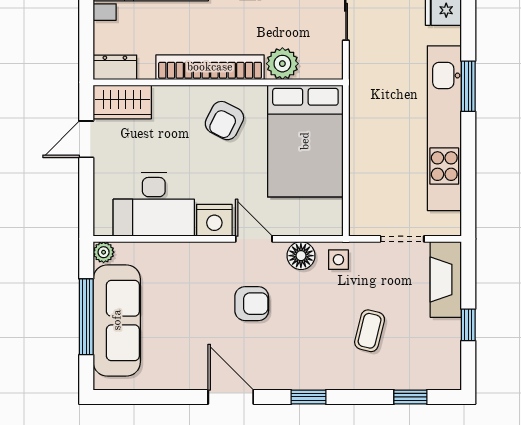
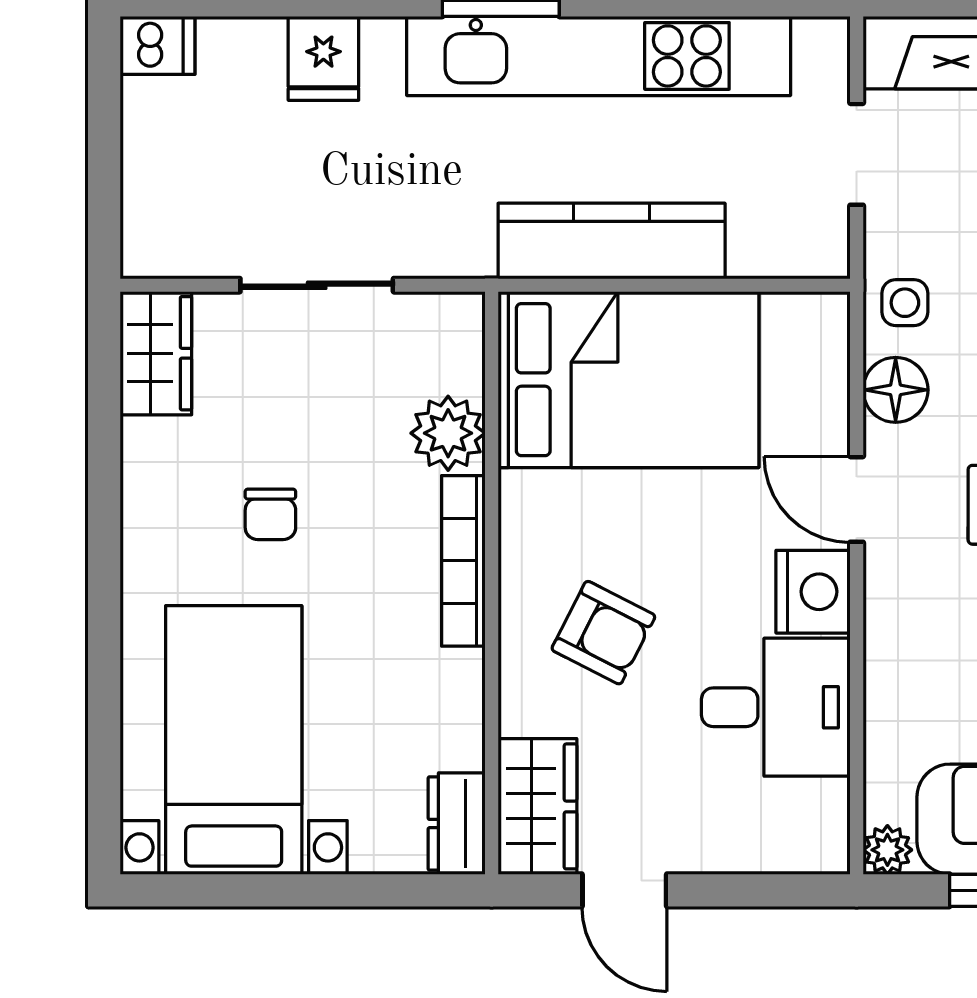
bookcase: (210, 67) -> (463, 561), width x0.68, depth x0.76
armchair: (224, 121) -> (603, 633), moved
kitchen counter: (365, 134) -> (612, 241), added
desk: (154, 204) -> (776, 707), width x0.73
door: (254, 239) -> (857, 499), hinge flipped

